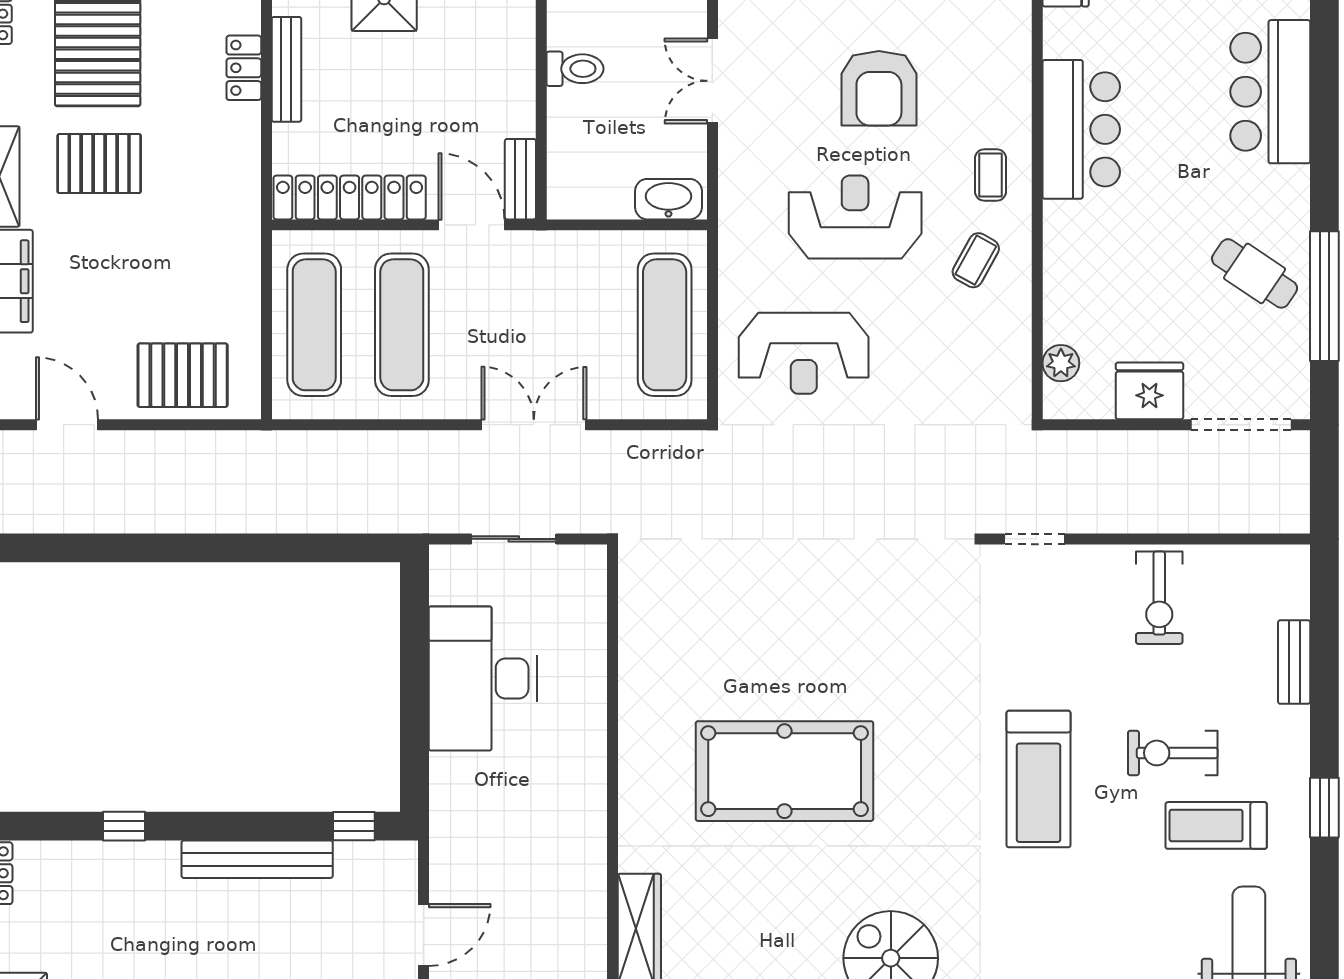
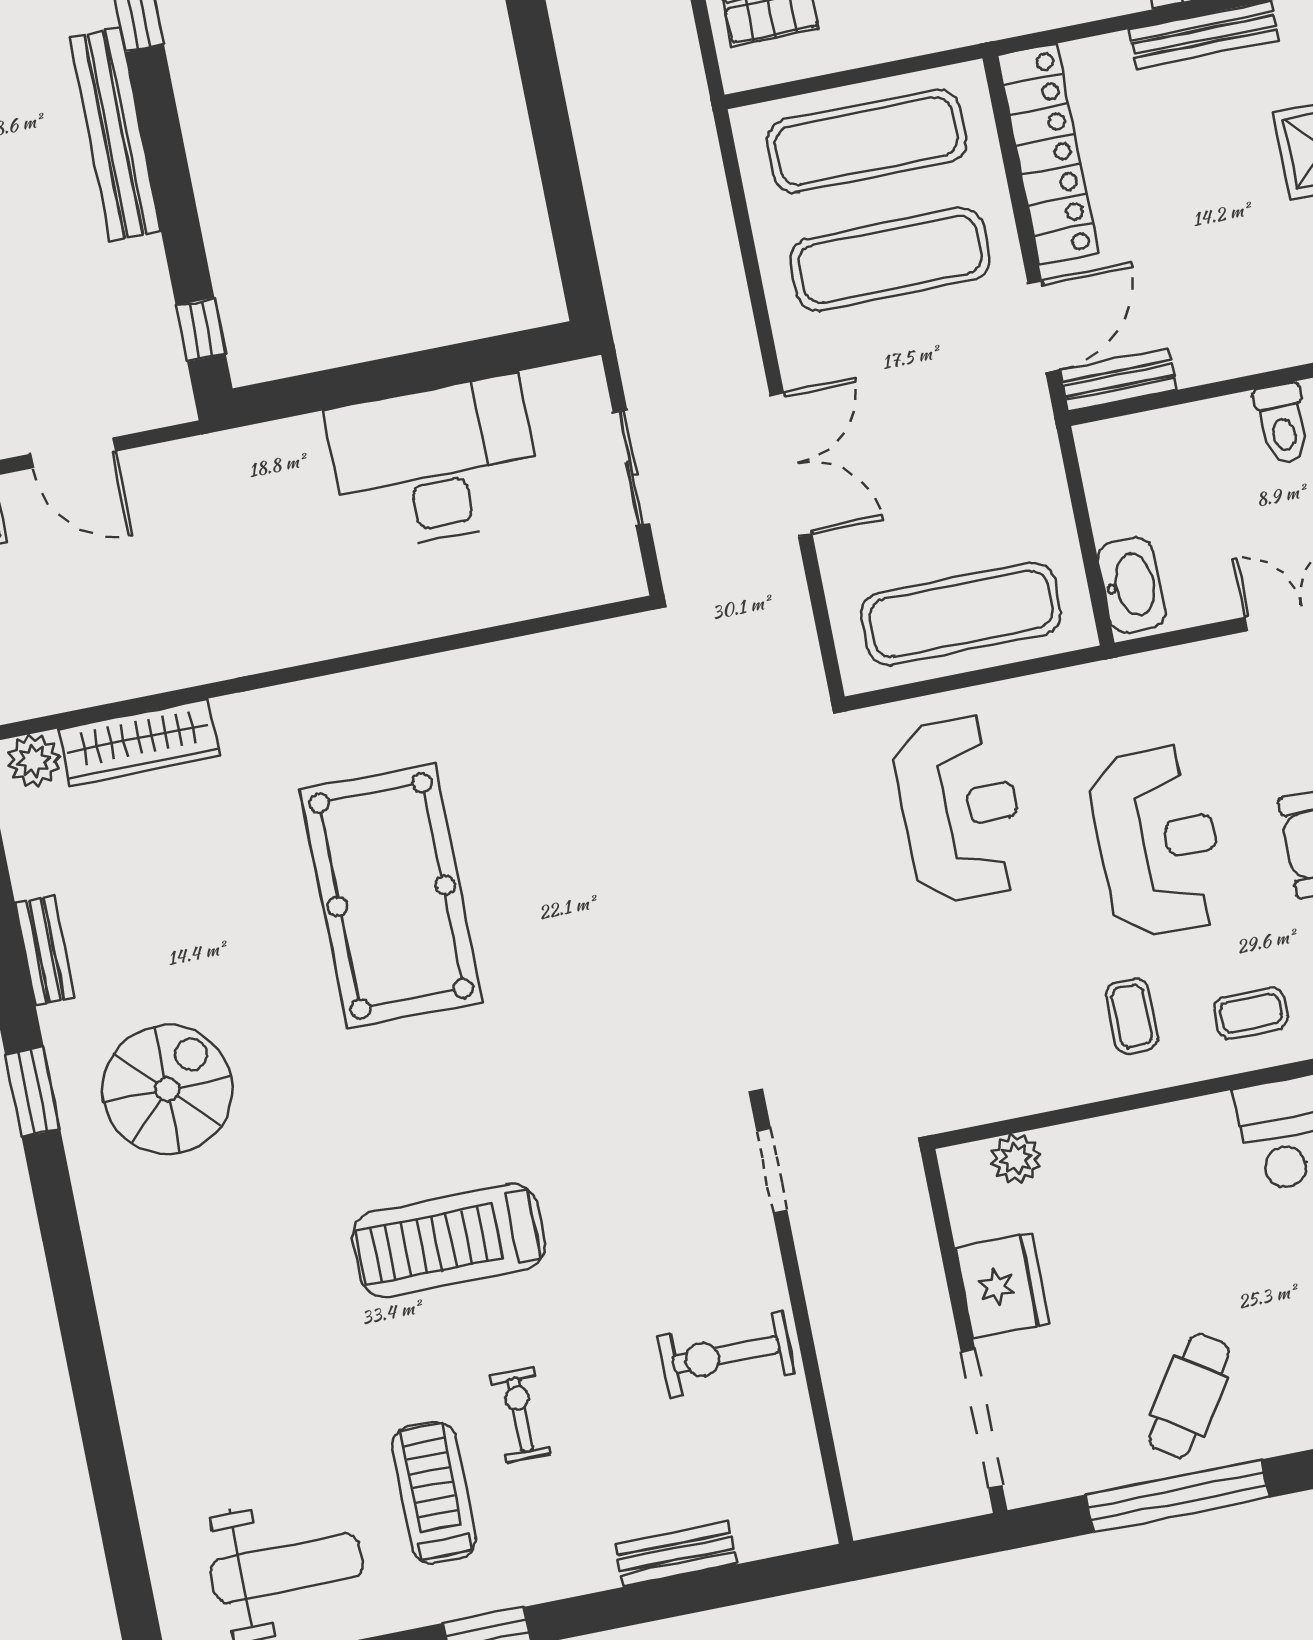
coffee table: (976, 260) -> (1132, 1016), turned 61
reception desk: (804, 353) -> (960, 809), turned 180
exercise bike: (1173, 753) -> (520, 1415), width x0.73, depth x0.72
bench: (257, 859) -> (115, 134), moved

